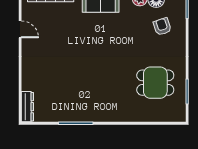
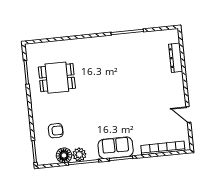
armchair: (162, 27) -> (56, 131), turned -71
dresser: (27, 107) -> (176, 58), moved

